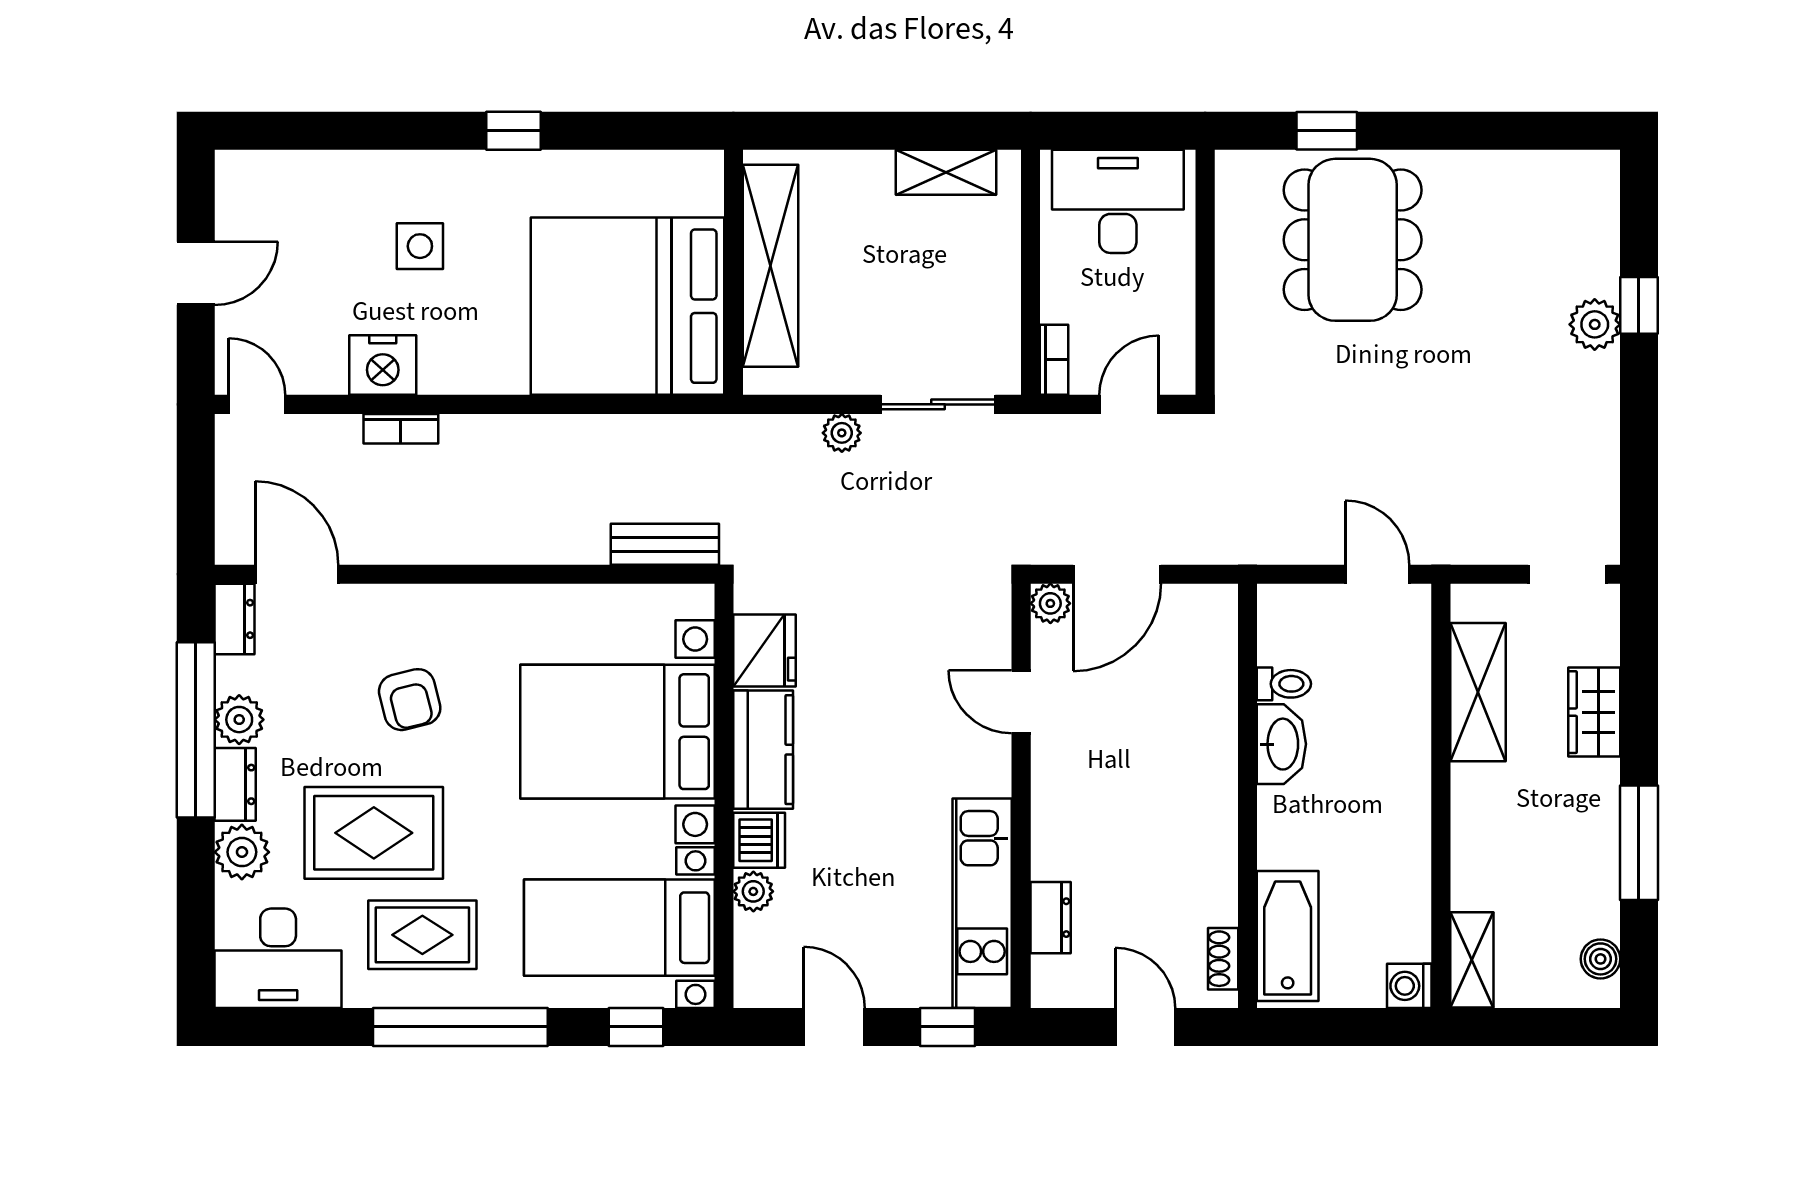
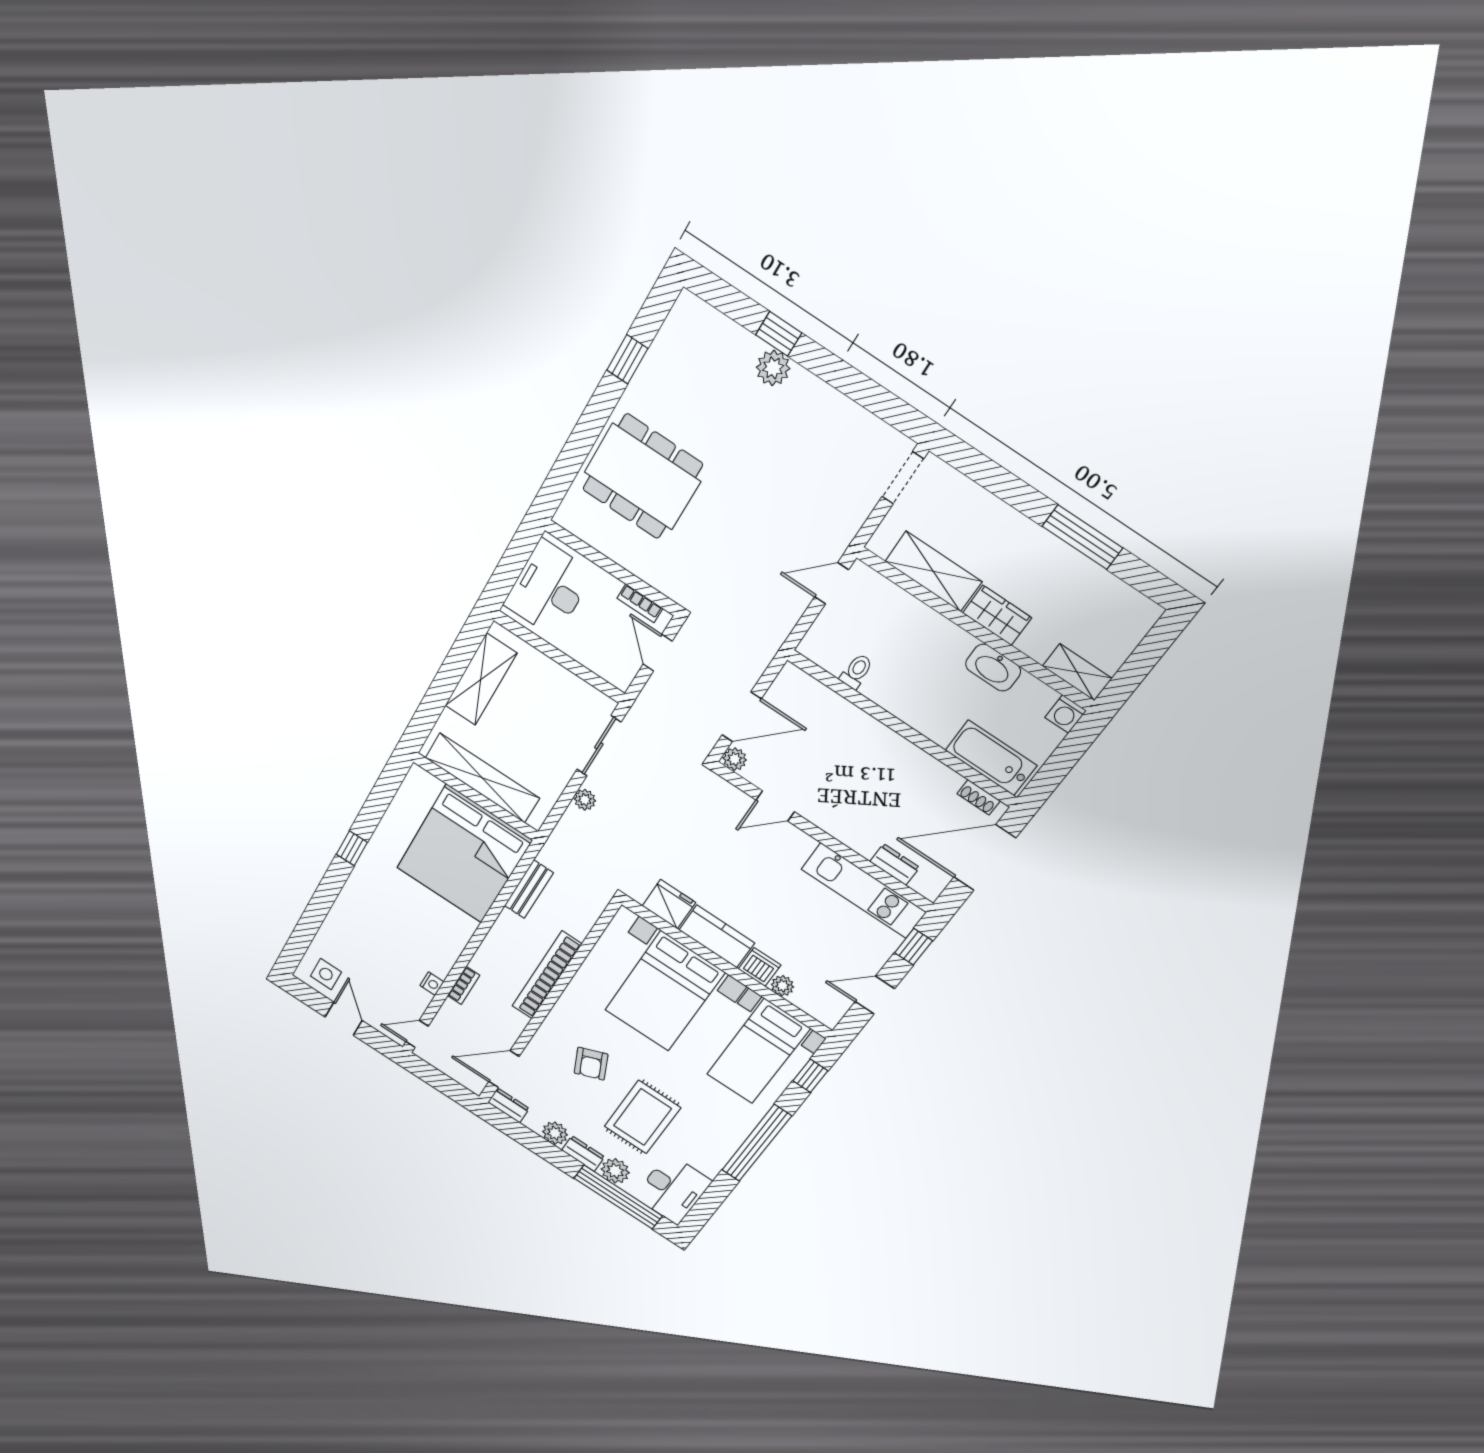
window: (1327, 131) -> (627, 359), moved
shelving: (946, 172) -> (481, 679), width x1.50, depth x1.33
side table: (420, 246) -> (326, 974), moved
bookcase: (1054, 360) -> (640, 603), moved, turned 180
nightstand: (383, 365) -> (432, 984), width x0.53, depth x0.56
bookcase: (514, 544) -> (547, 975), added
bench: (665, 544) -> (529, 889), moved
door: (1117, 574) -> (742, 717), hinge flipped
armchair: (410, 700) -> (591, 1064), turned 81
wardrobe: (1594, 712) -> (997, 615), moved, turned 180
window: (196, 730) -> (618, 1197), moved
washbasin: (1281, 744) -> (993, 668), moved, turned 180
rug: (422, 935) -> (703, 1130), removed
boiler: (1601, 959) -> (1131, 602), removed
door: (1145, 1027) -> (985, 858), width x1.88

